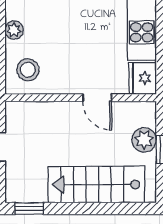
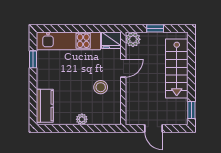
stool: (28, 70) -> (101, 87), moved
plant: (144, 140) -> (133, 39), moved

